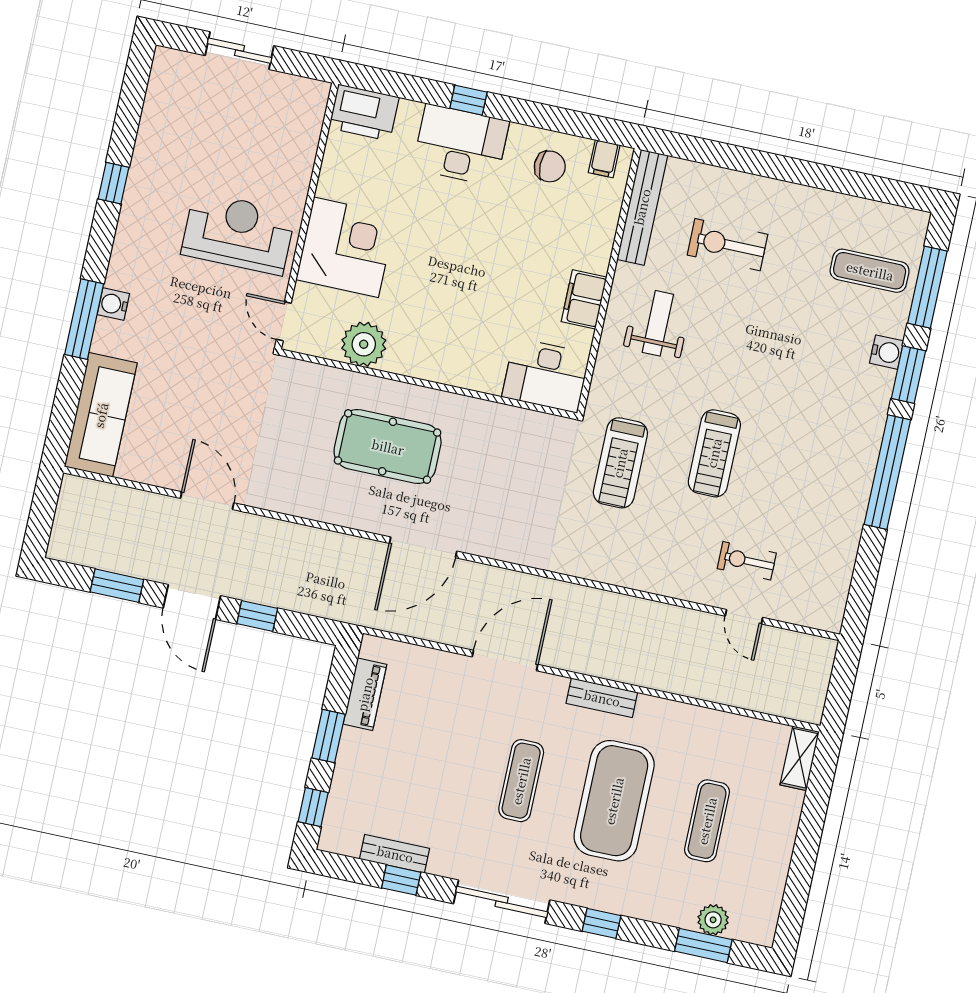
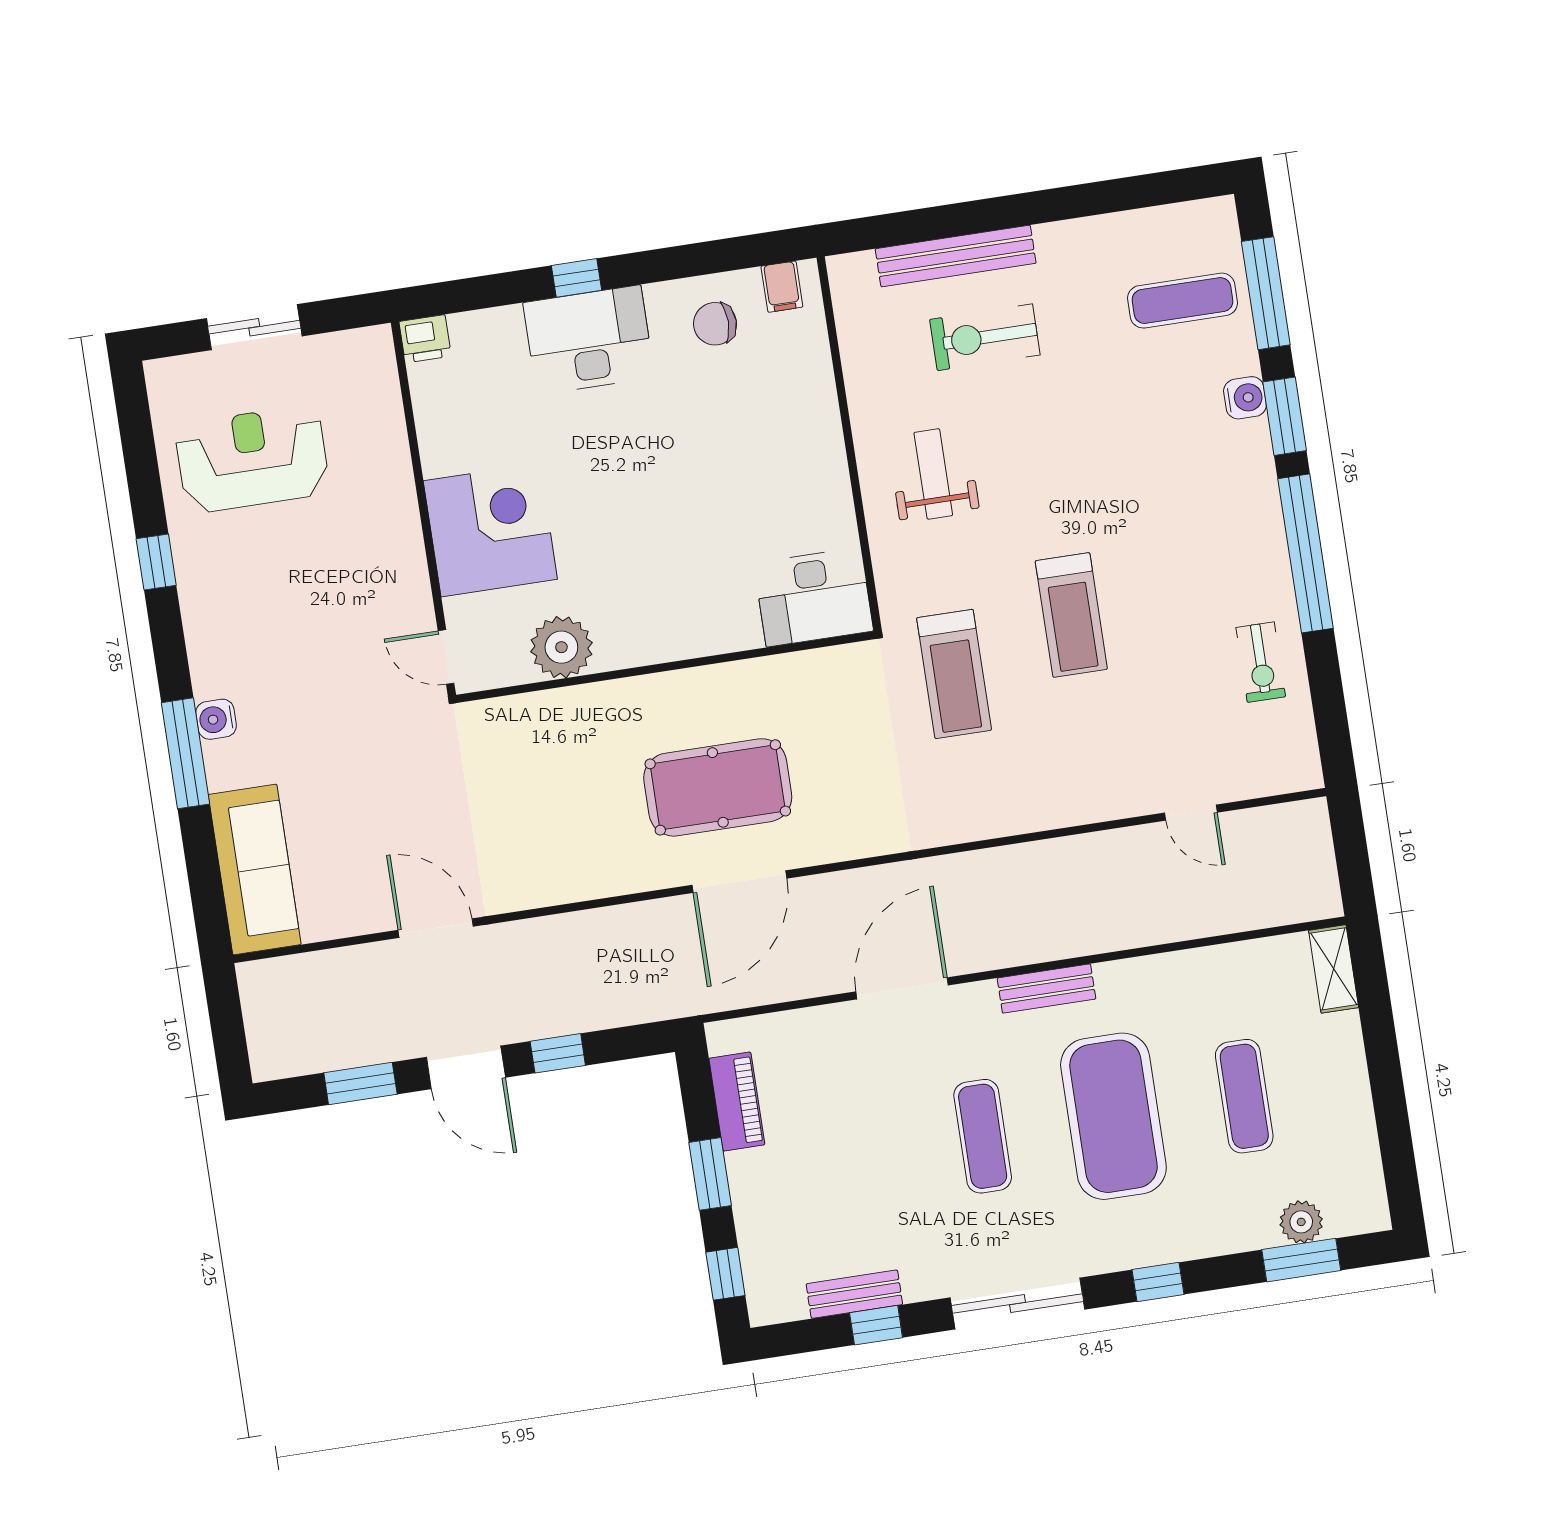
printer: (364, 113) -> (425, 339), width x0.53, depth x0.68
chair: (550, 166) -> (715, 324), turned 180
bench: (642, 207) -> (956, 256), moved, turned 90
reception desk: (238, 233) -> (252, 459), moved
filing cabinet: (584, 299) -> (826, 480), removed
pool table: (388, 447) -> (718, 787), moved
exercise bike: (747, 561) -> (1261, 662), moved, turned -90

